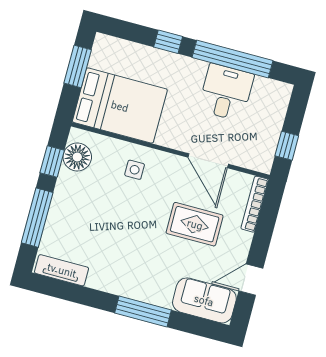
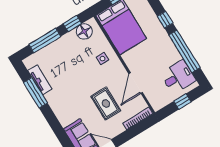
desk: (226, 92) -> (178, 77), moved
window: (287, 146) -> (182, 102), moved
tv unit: (62, 270) -> (40, 80), moved
window: (143, 311) -> (36, 93), moved

